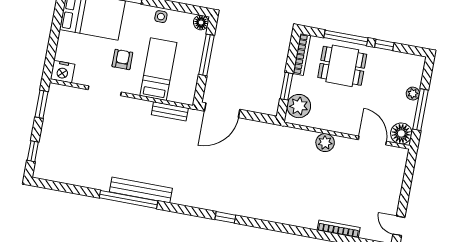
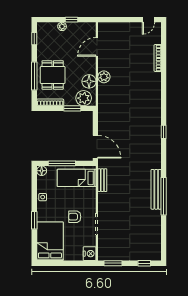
window: (384, 45) -> (34, 39), moved
bed: (158, 69) -> (77, 178), moved
window: (420, 110) -> (71, 20), width x0.46
floor lamp: (401, 133) -> (89, 81), moved

